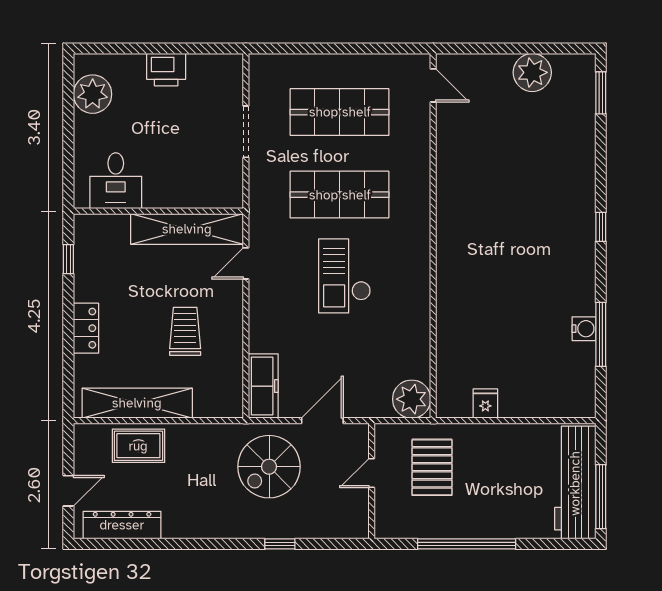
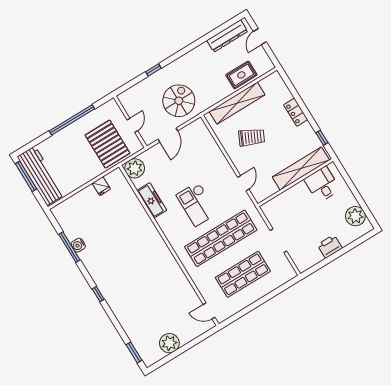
shop shelf: (340, 195) -> (221, 238), width x1.40
shelving: (187, 229) -> (301, 169), moved
checkout: (345, 276) -> (197, 204), turned 180
trolley: (185, 331) -> (252, 137), turned -65
freezer: (263, 386) -> (152, 200), moved, turned 180
shelving: (137, 403) -> (237, 103), moved
pallet: (432, 467) -> (107, 144), width x1.37, depth x1.41

